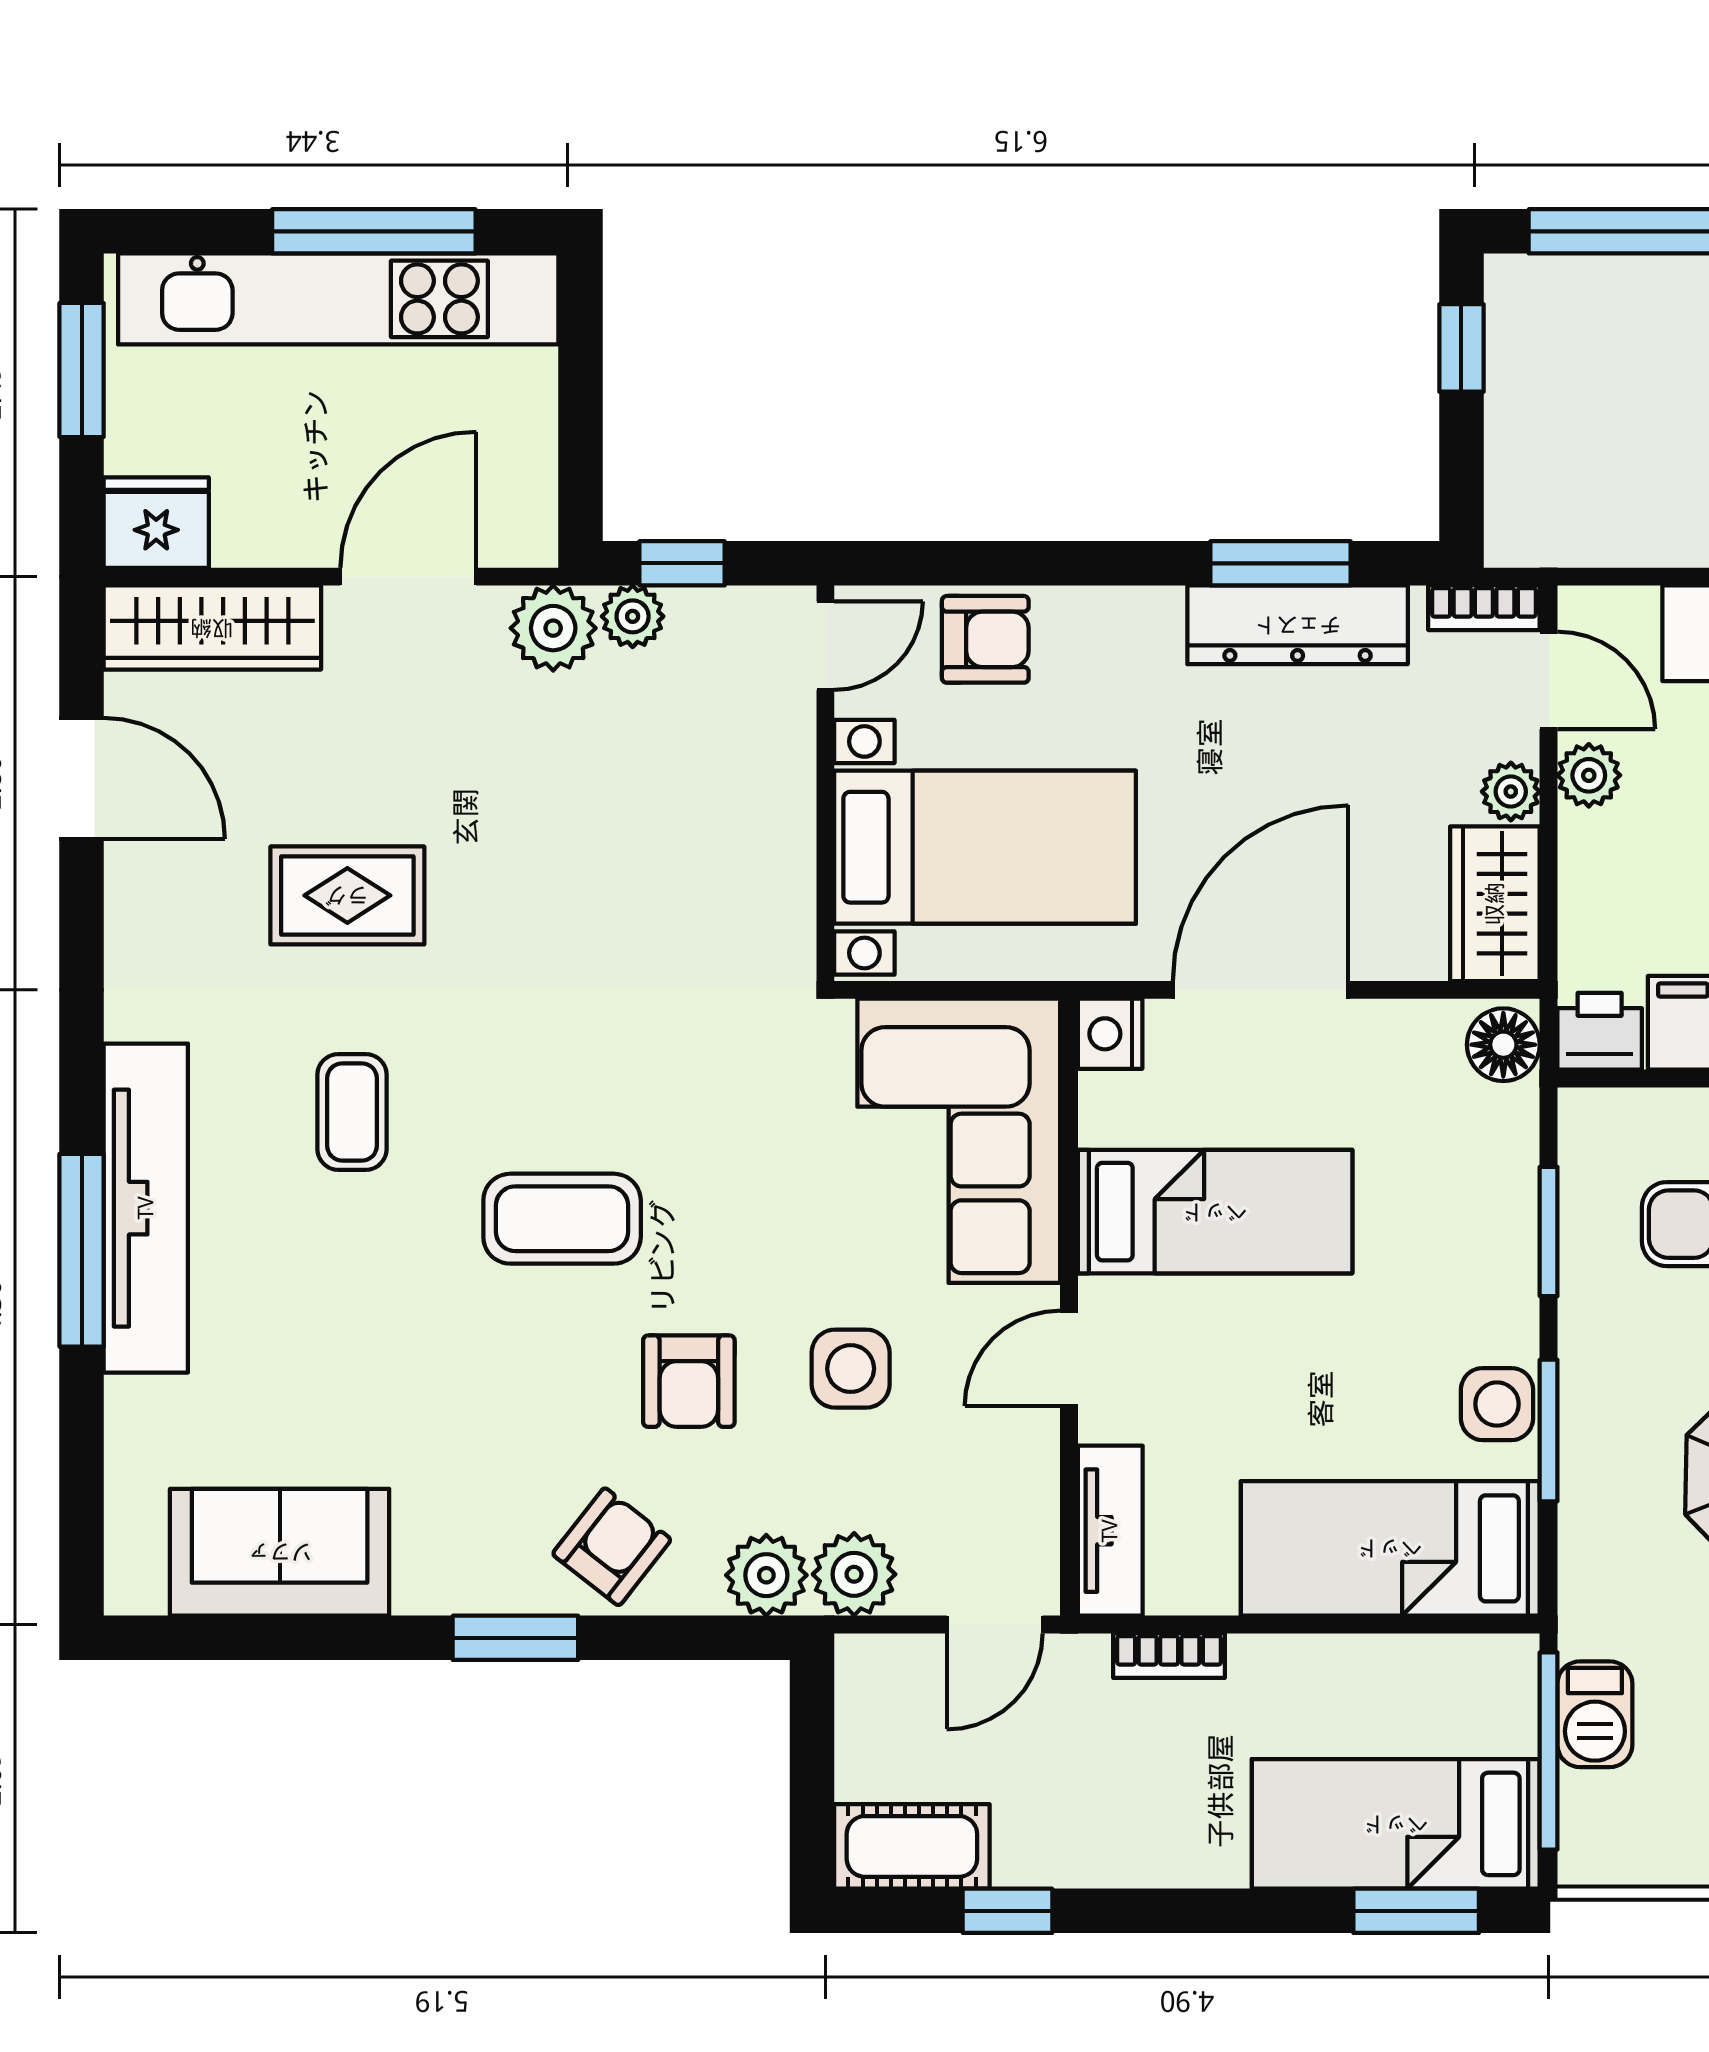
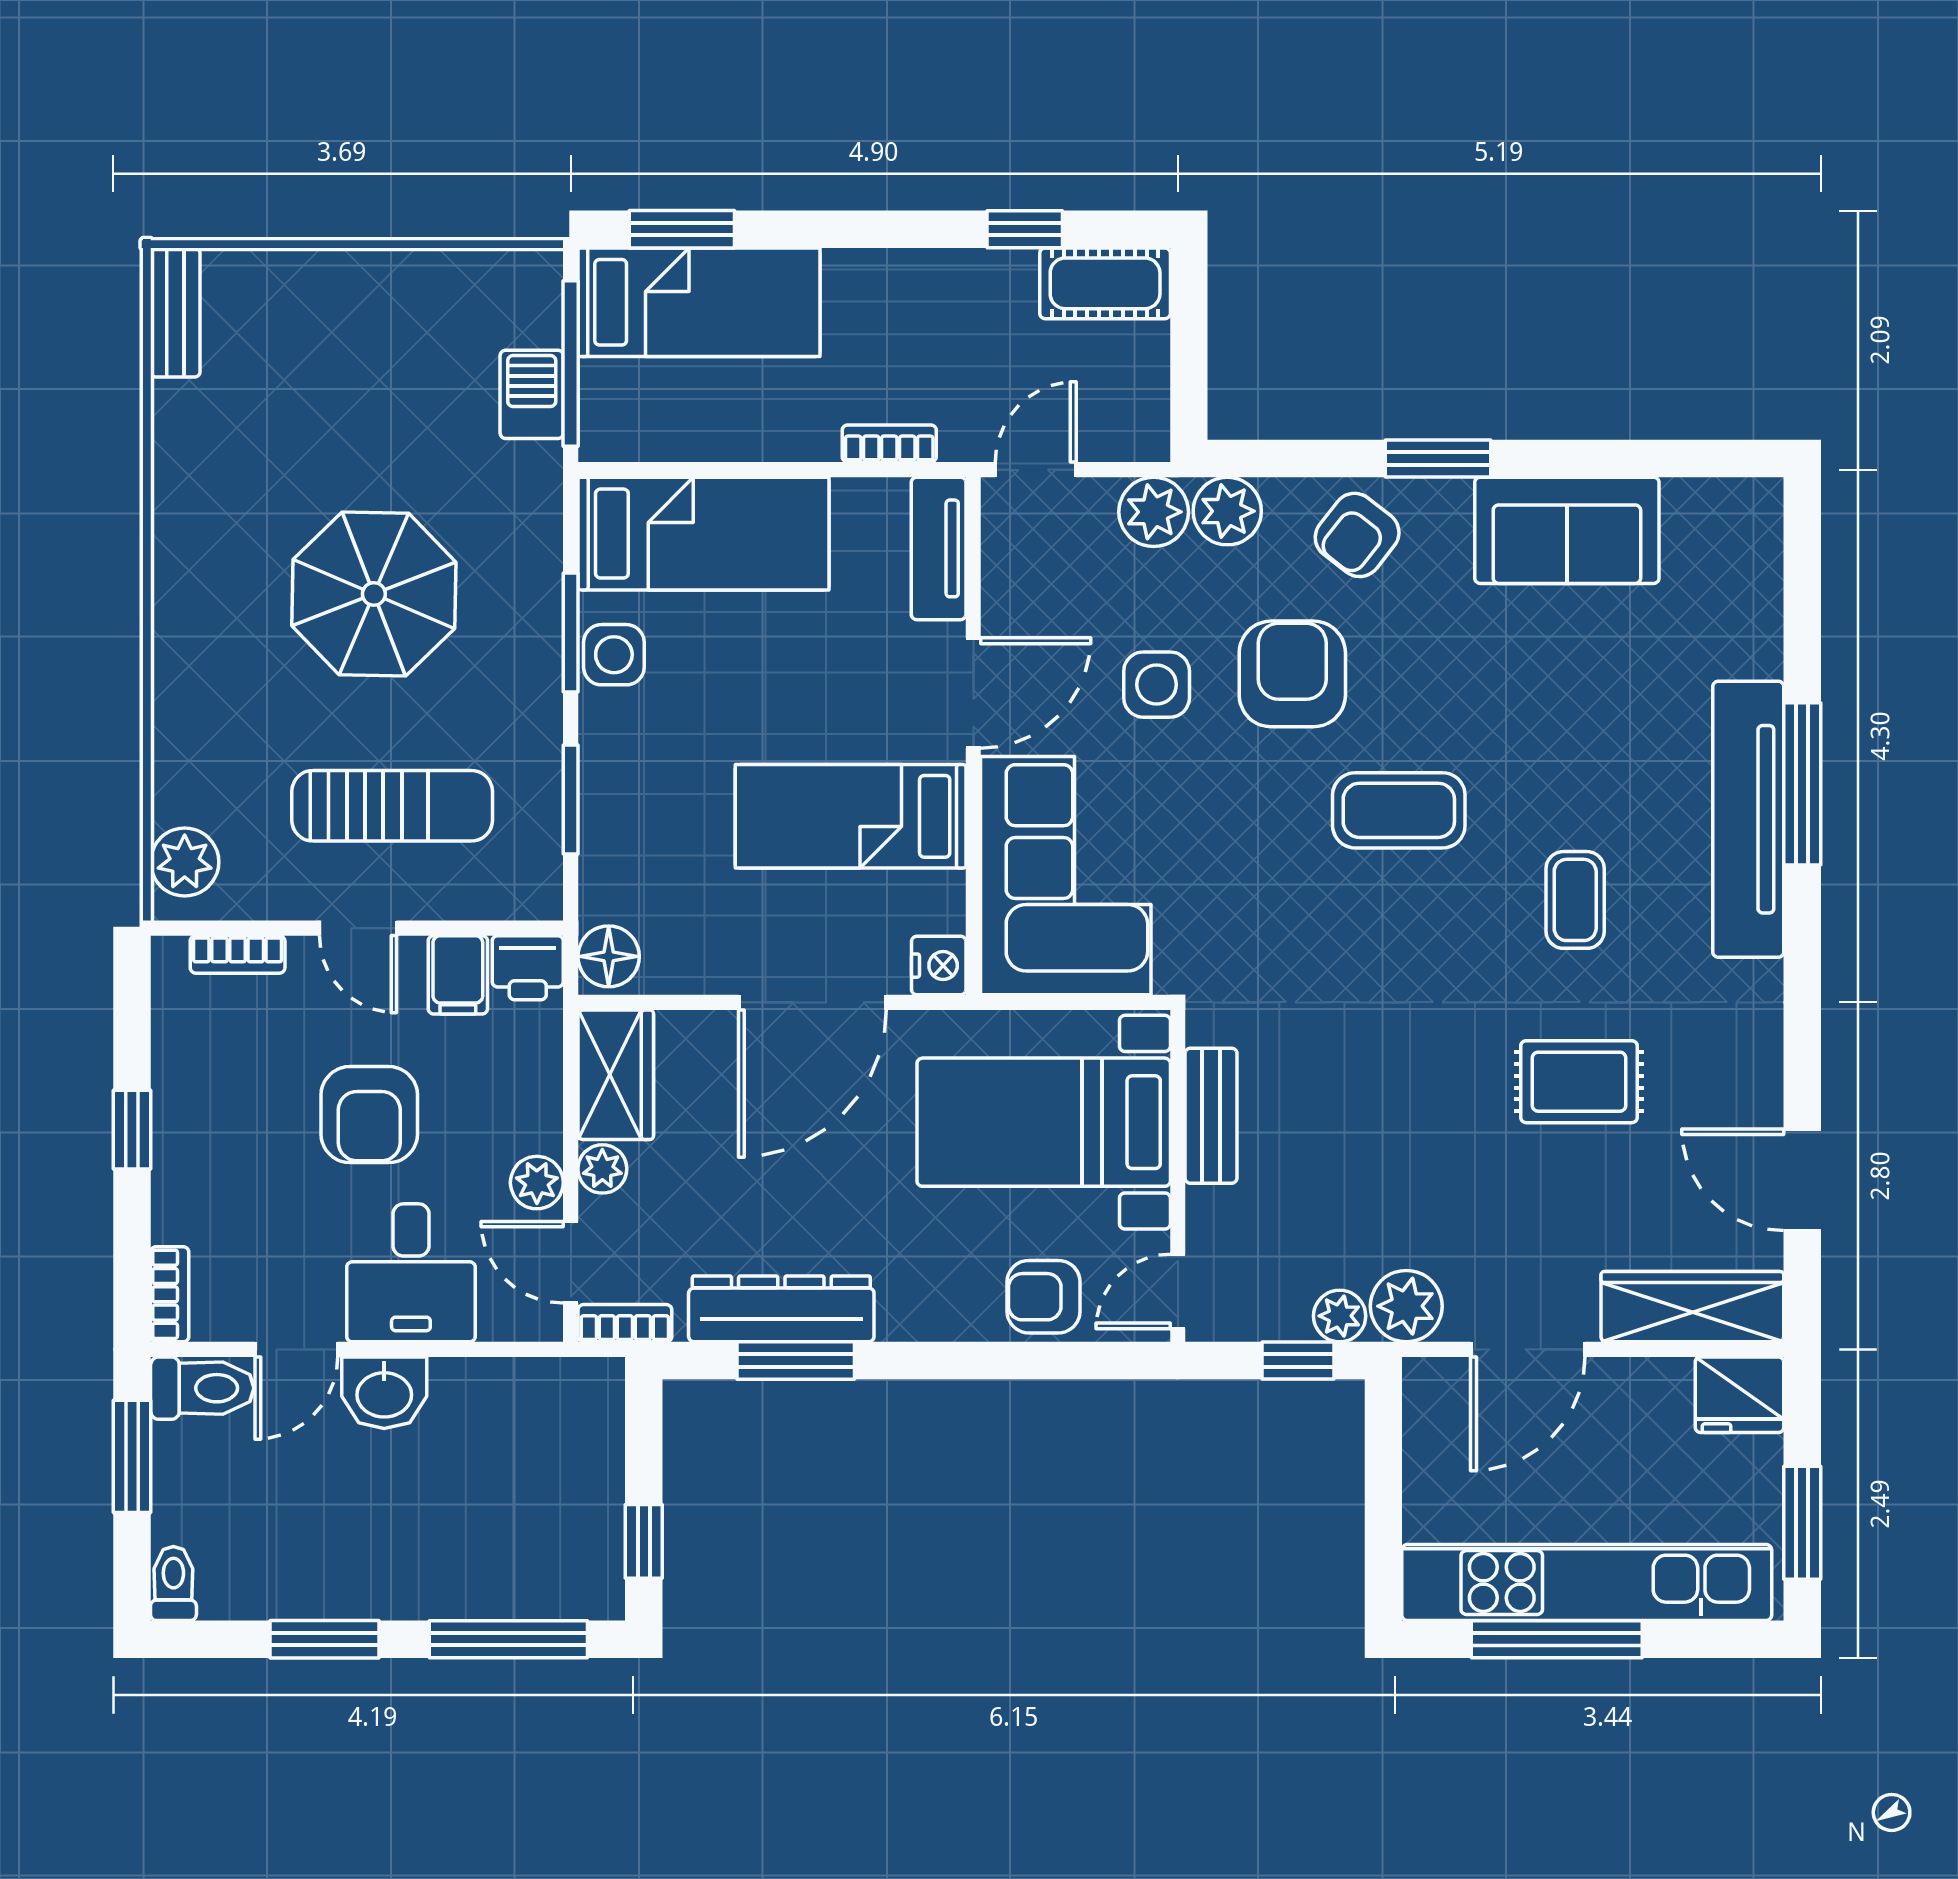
bench: (786, 855) -> (1211, 1116), added
door: (1069, 1358) -> (973, 693), width x1.38
armchair: (689, 1381) -> (1292, 674), width x1.38, depth x1.38
sofa: (280, 1552) -> (1567, 530), moved

